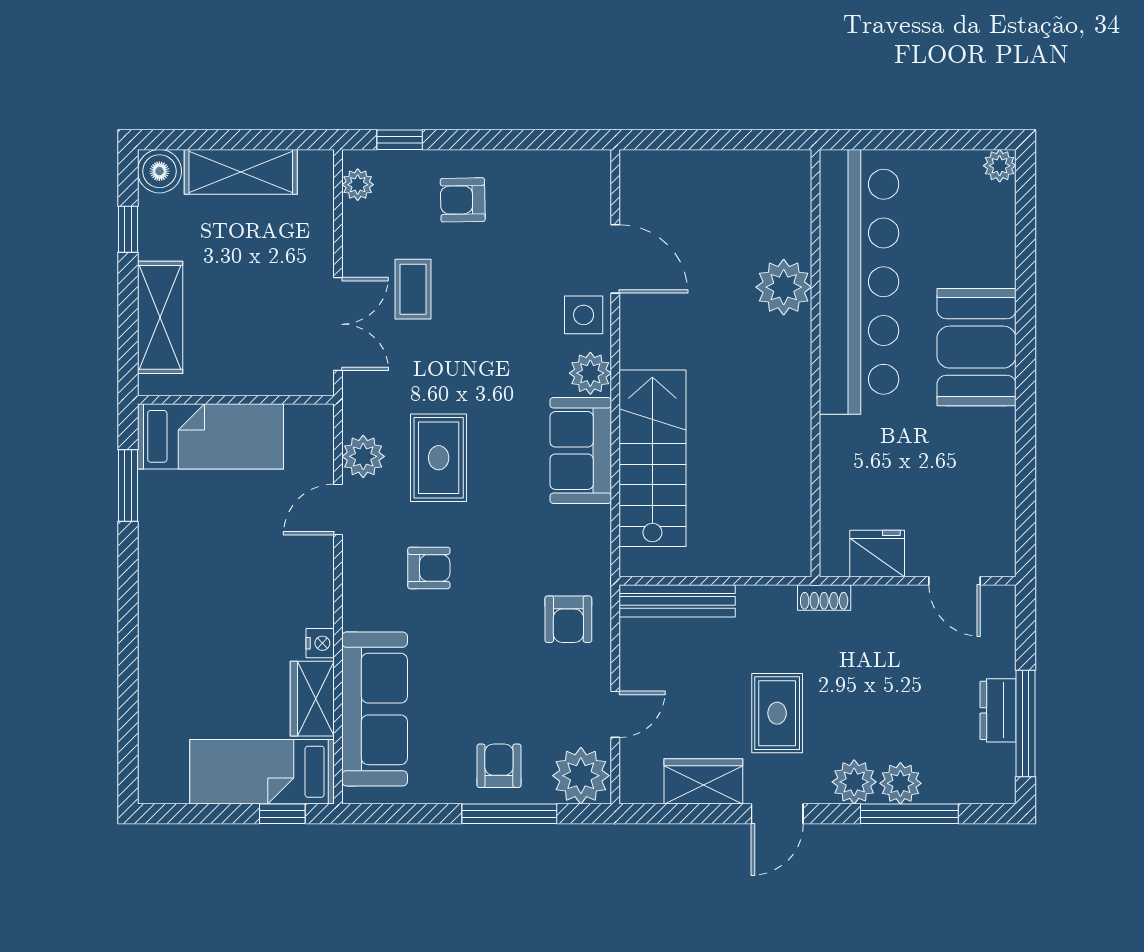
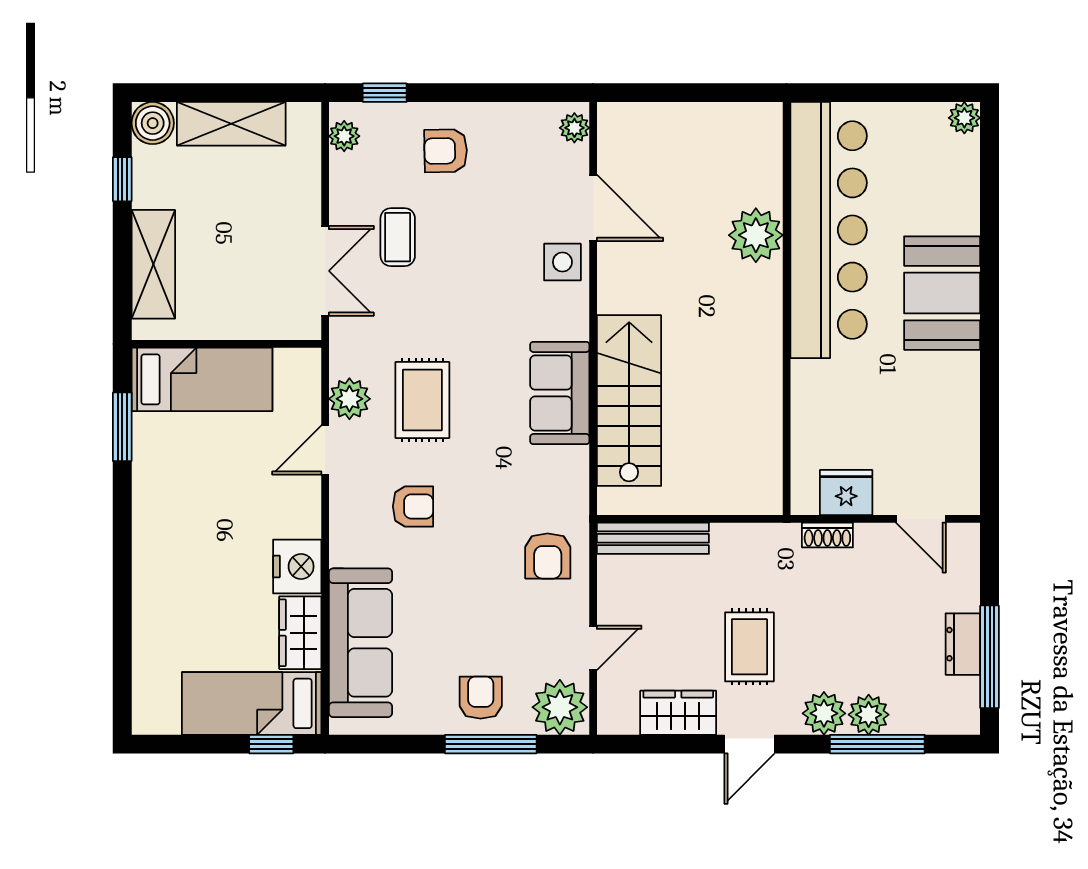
plant: (590, 373) -> (574, 128), moved, width x0.73, depth x0.73
shoe rack: (824, 597) -> (827, 535), moved
nightstand: (320, 643) -> (297, 567), width x1.89, depth x1.79

